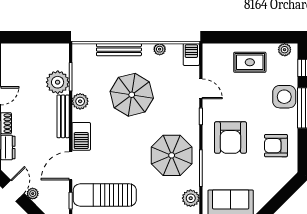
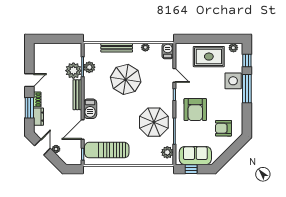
rug: (250, 62) -> (209, 57), width x1.36, depth x1.43
plant: (80, 101) -> (89, 67), moved
armchair: (276, 146) -> (223, 128), moved

